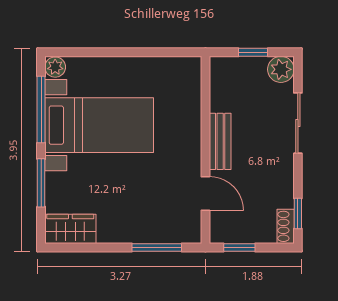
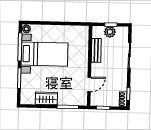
plant: (281, 69) -> (110, 32), moved
bench: (220, 141) -> (96, 50), moved
door: (205, 193) -> (89, 84), hinge flipped
wardrobe: (70, 229) -> (46, 98), moved

